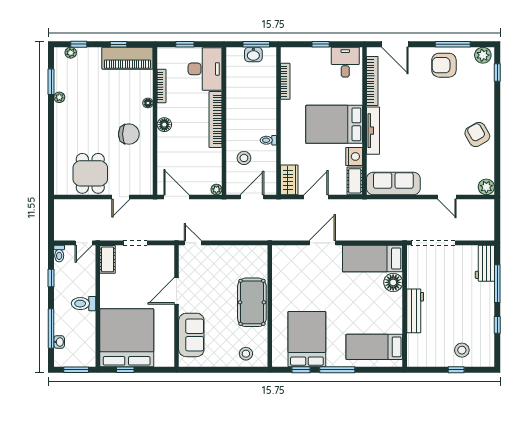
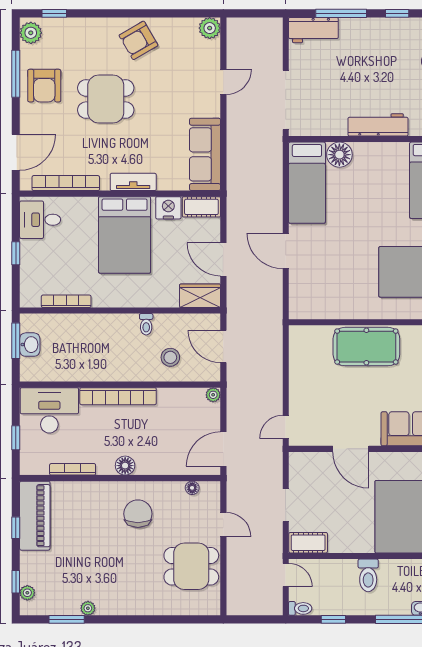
floor lamp: (148, 103) -> (192, 488), moved
dining table: (434, 110) -> (106, 99), added
tv unit: (373, 131) -> (133, 182), width x0.71

